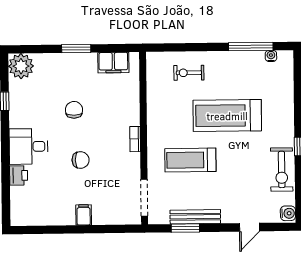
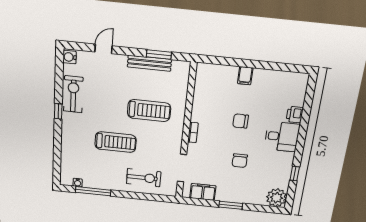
exercise bike: (189, 73) -> (144, 178), width x1.38, depth x1.39
treadmill: (227, 116) -> (116, 142), width x0.73, depth x0.73
doorway: (144, 198) -> (182, 168), moved

